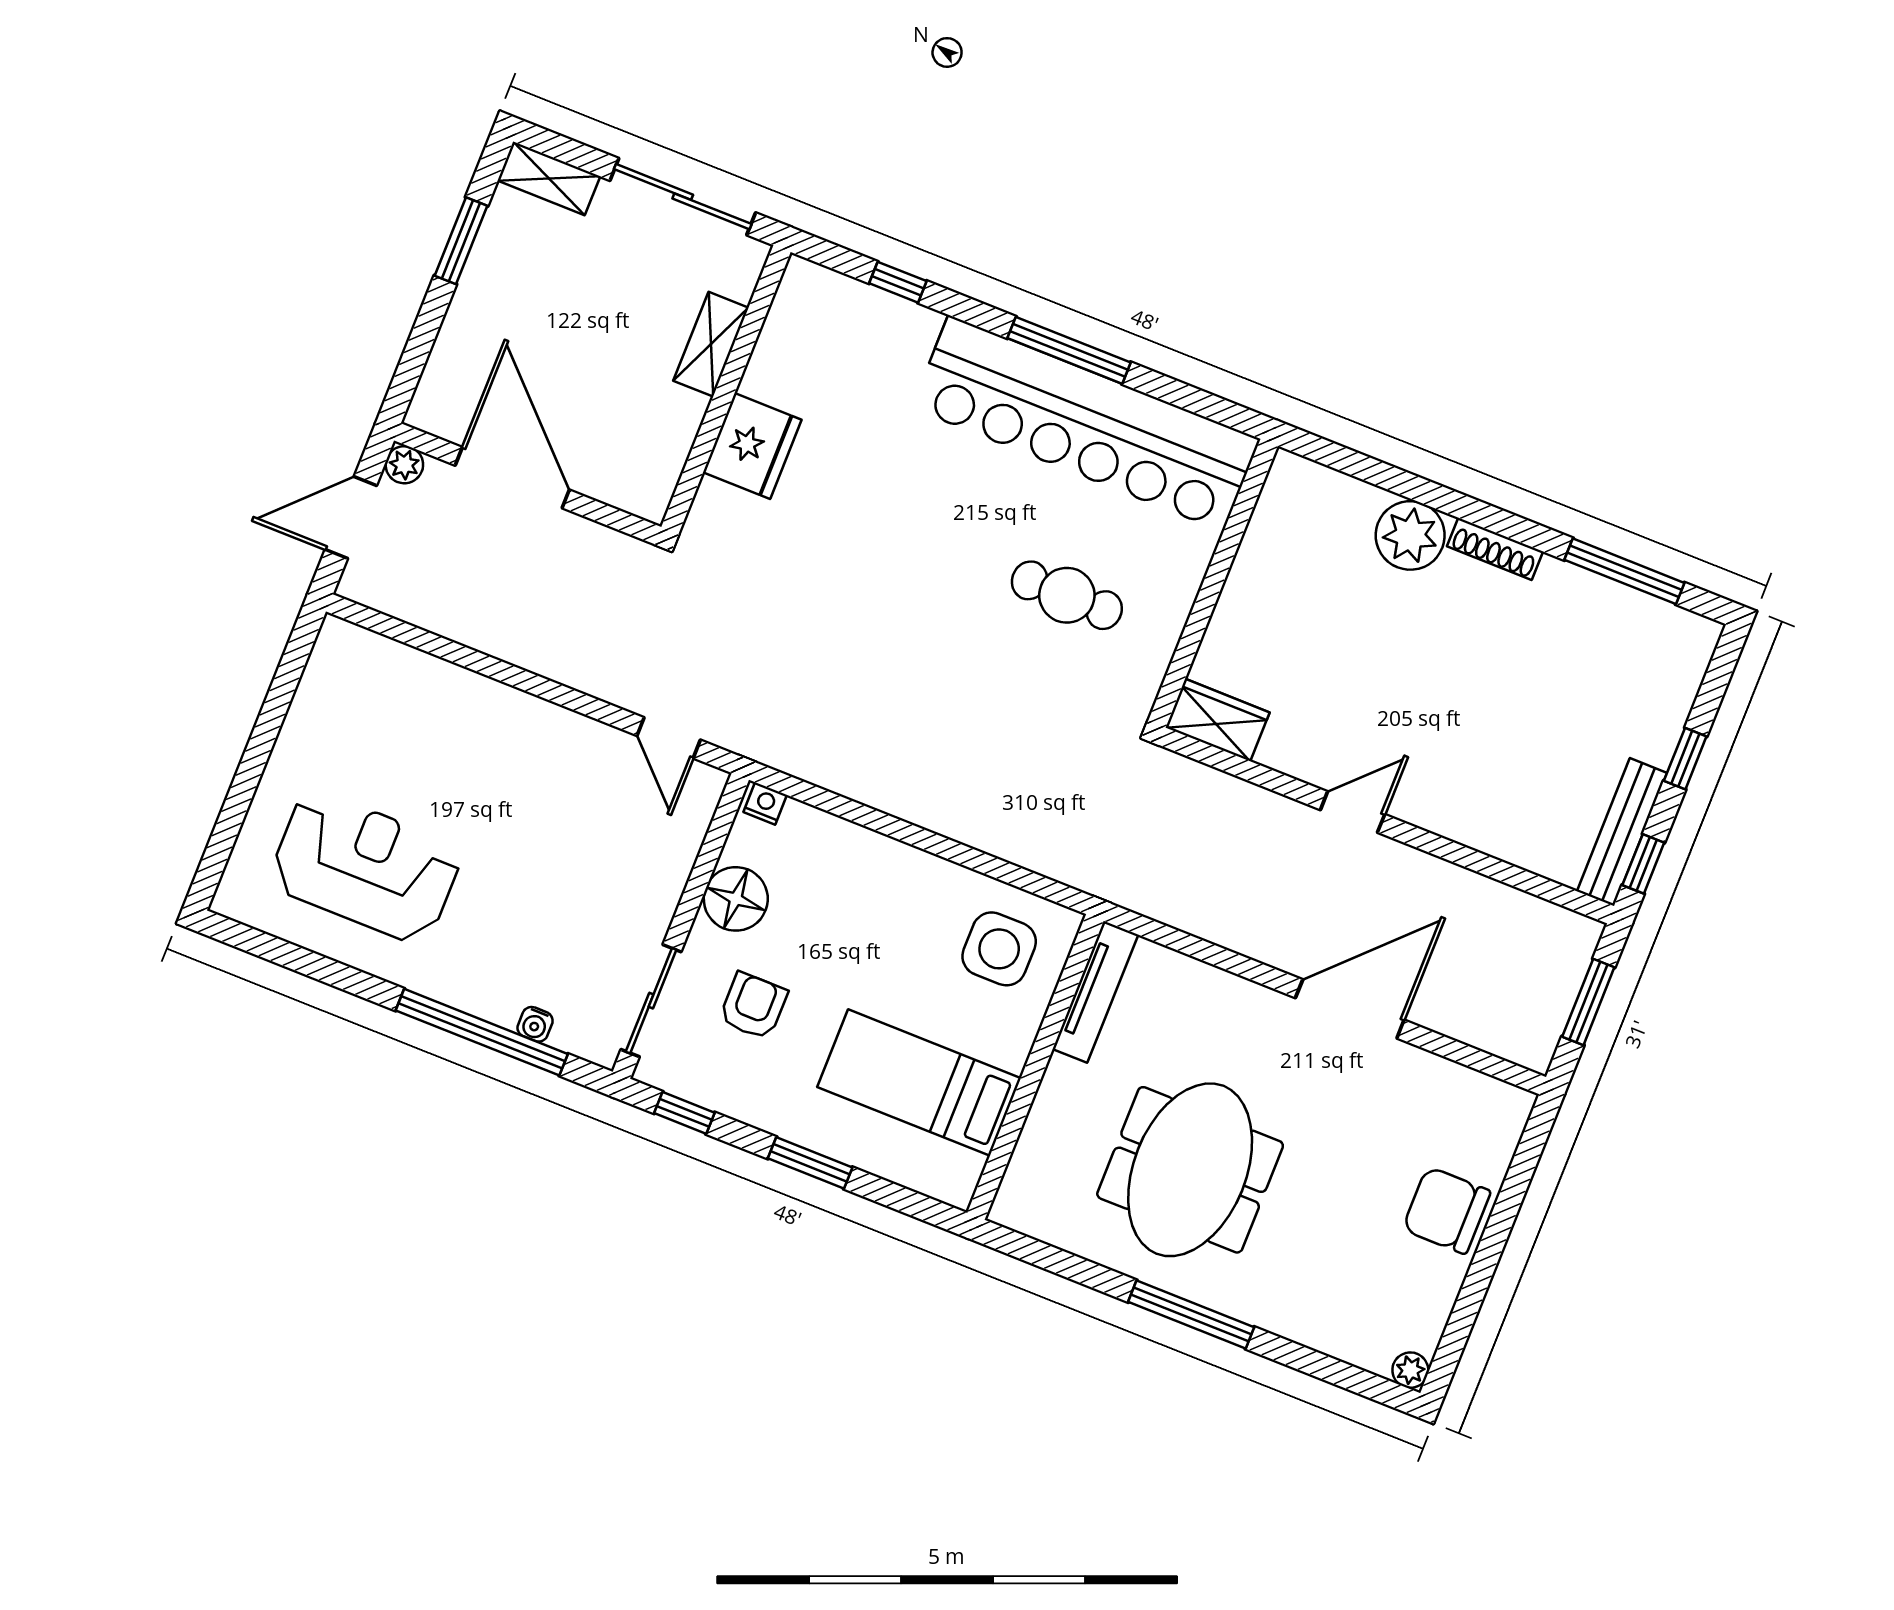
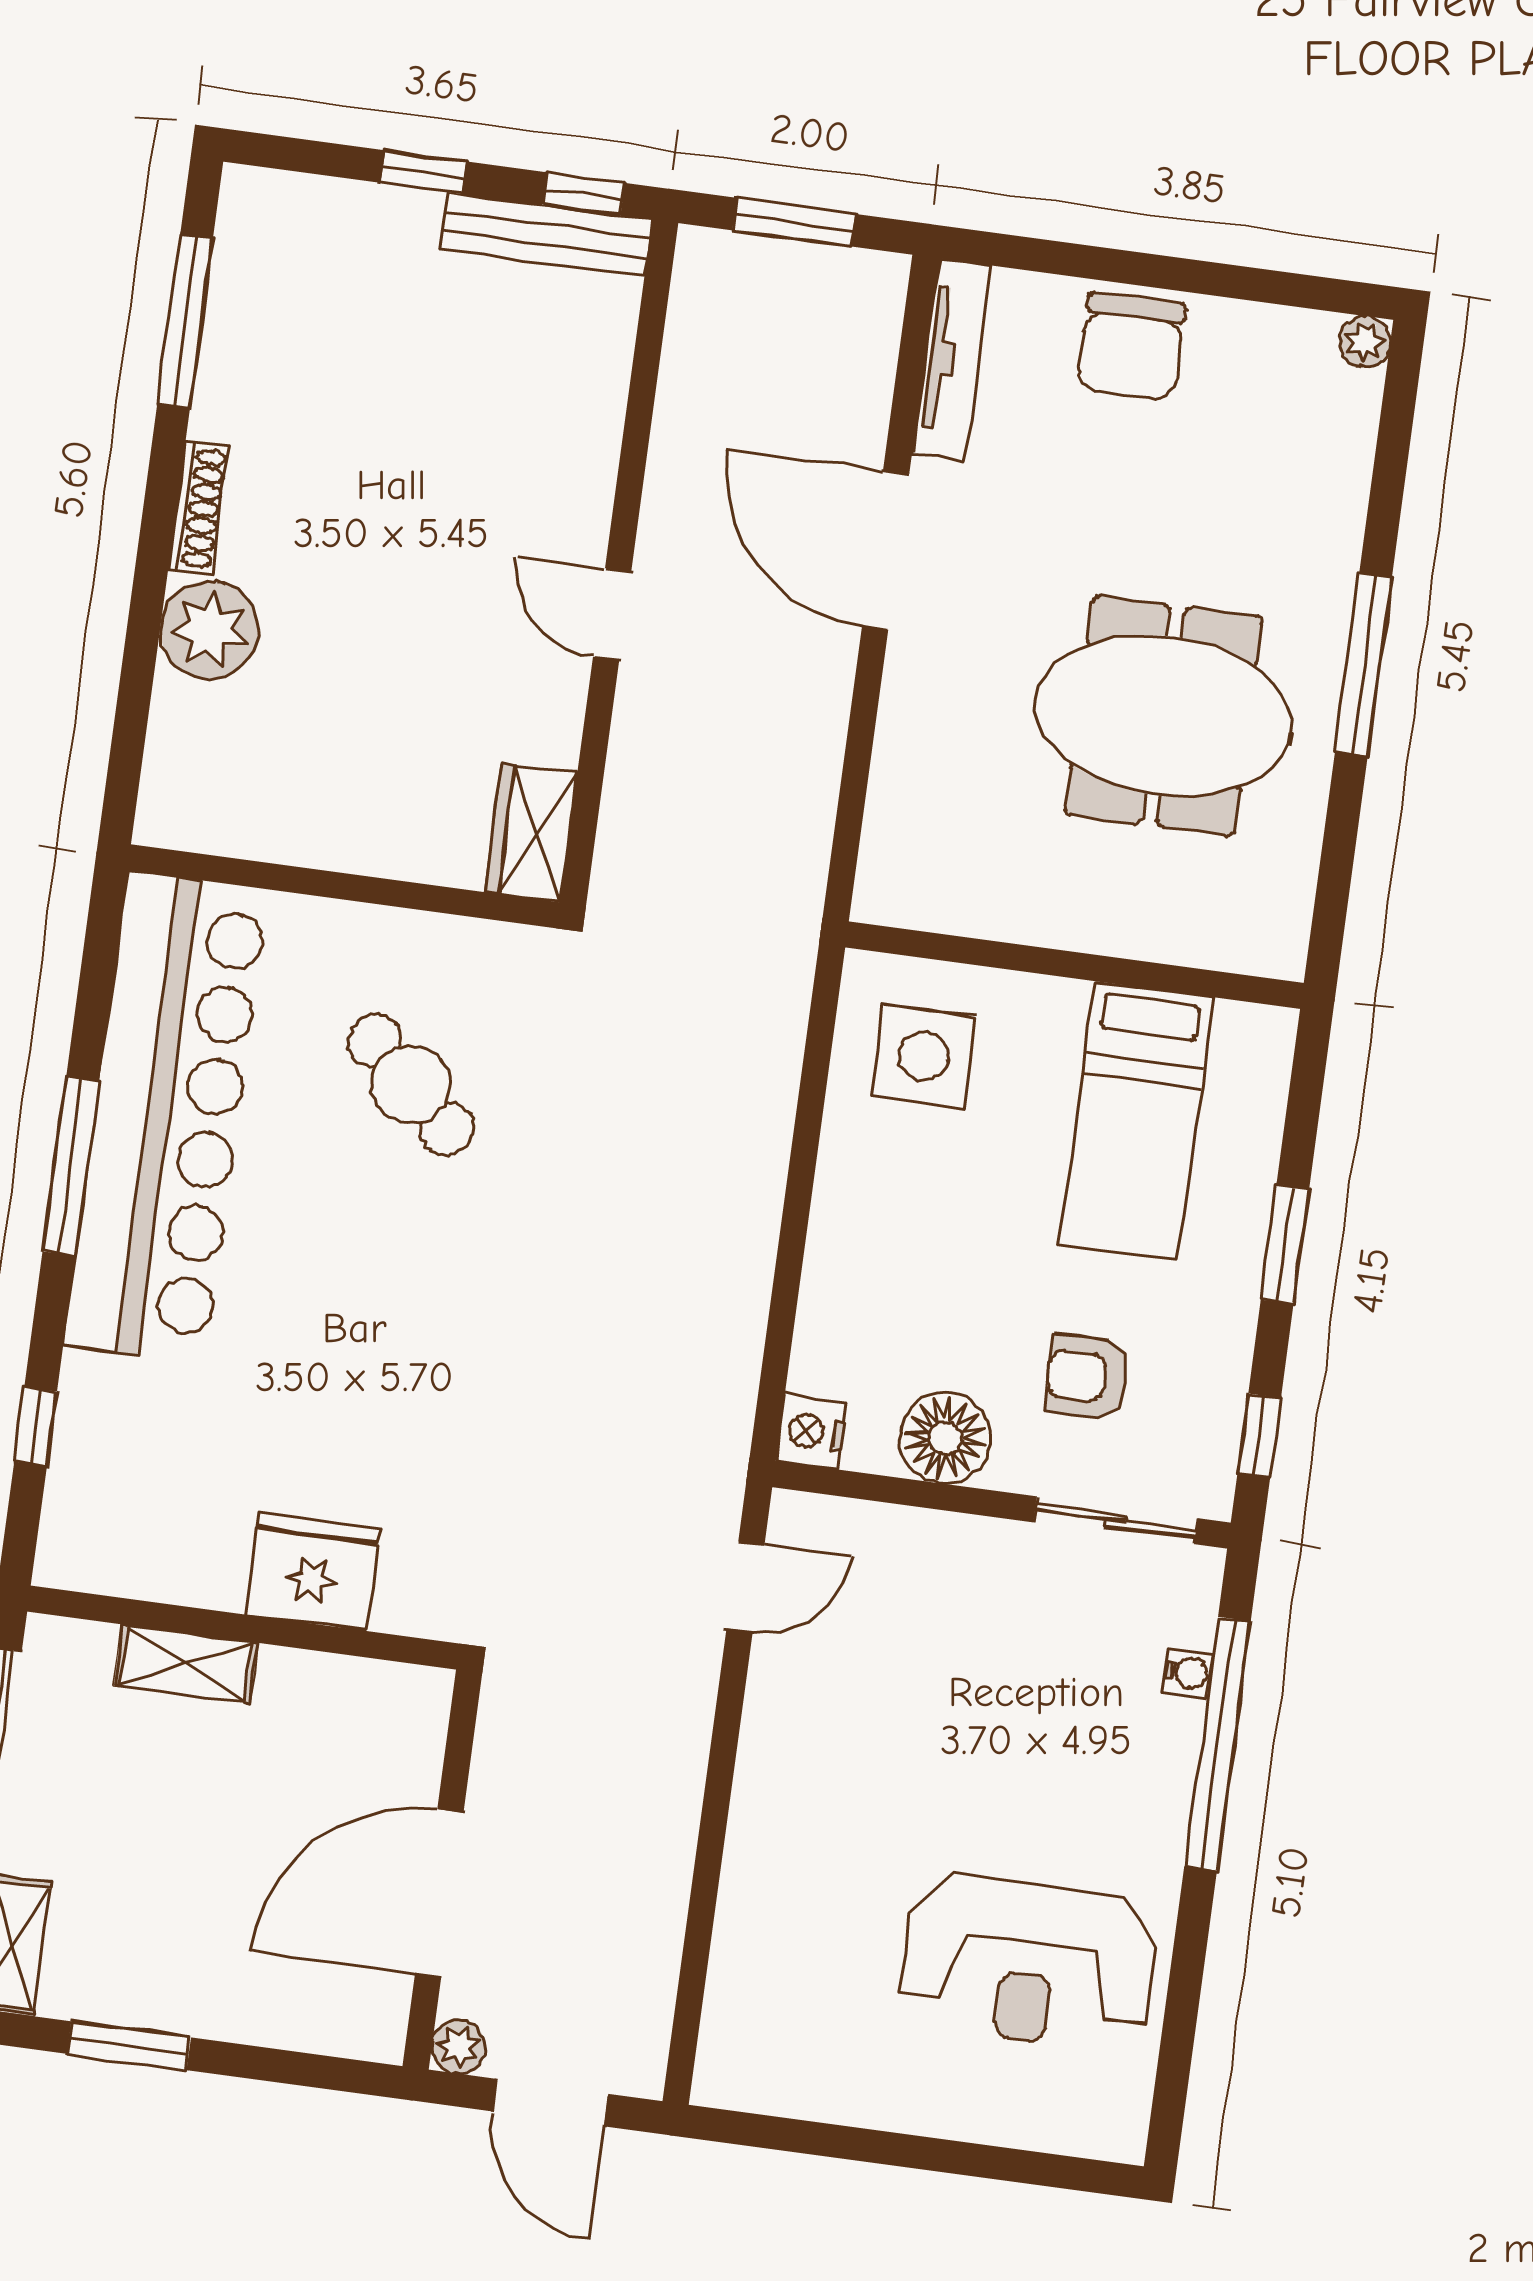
cafe table: (1067, 595) -> (411, 1085), turned -47
nightstand: (765, 804) -> (811, 1431), width x1.39, depth x1.35
reception desk: (366, 867) -> (1029, 1962), turned -90
tv unit: (1095, 992) -> (952, 360), moved, turned 90

